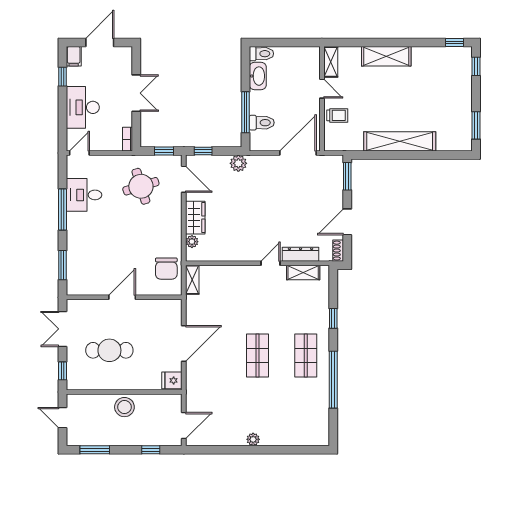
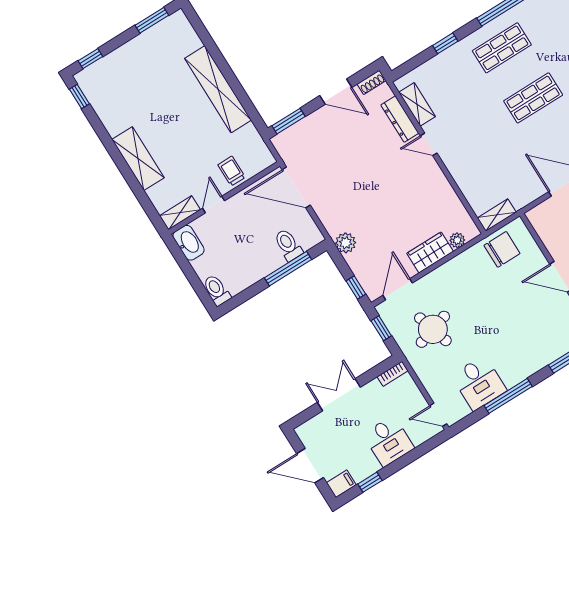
washbasin: (258, 76) -> (189, 243), moved, turned 90
desk: (83, 107) -> (389, 441), width x0.73

